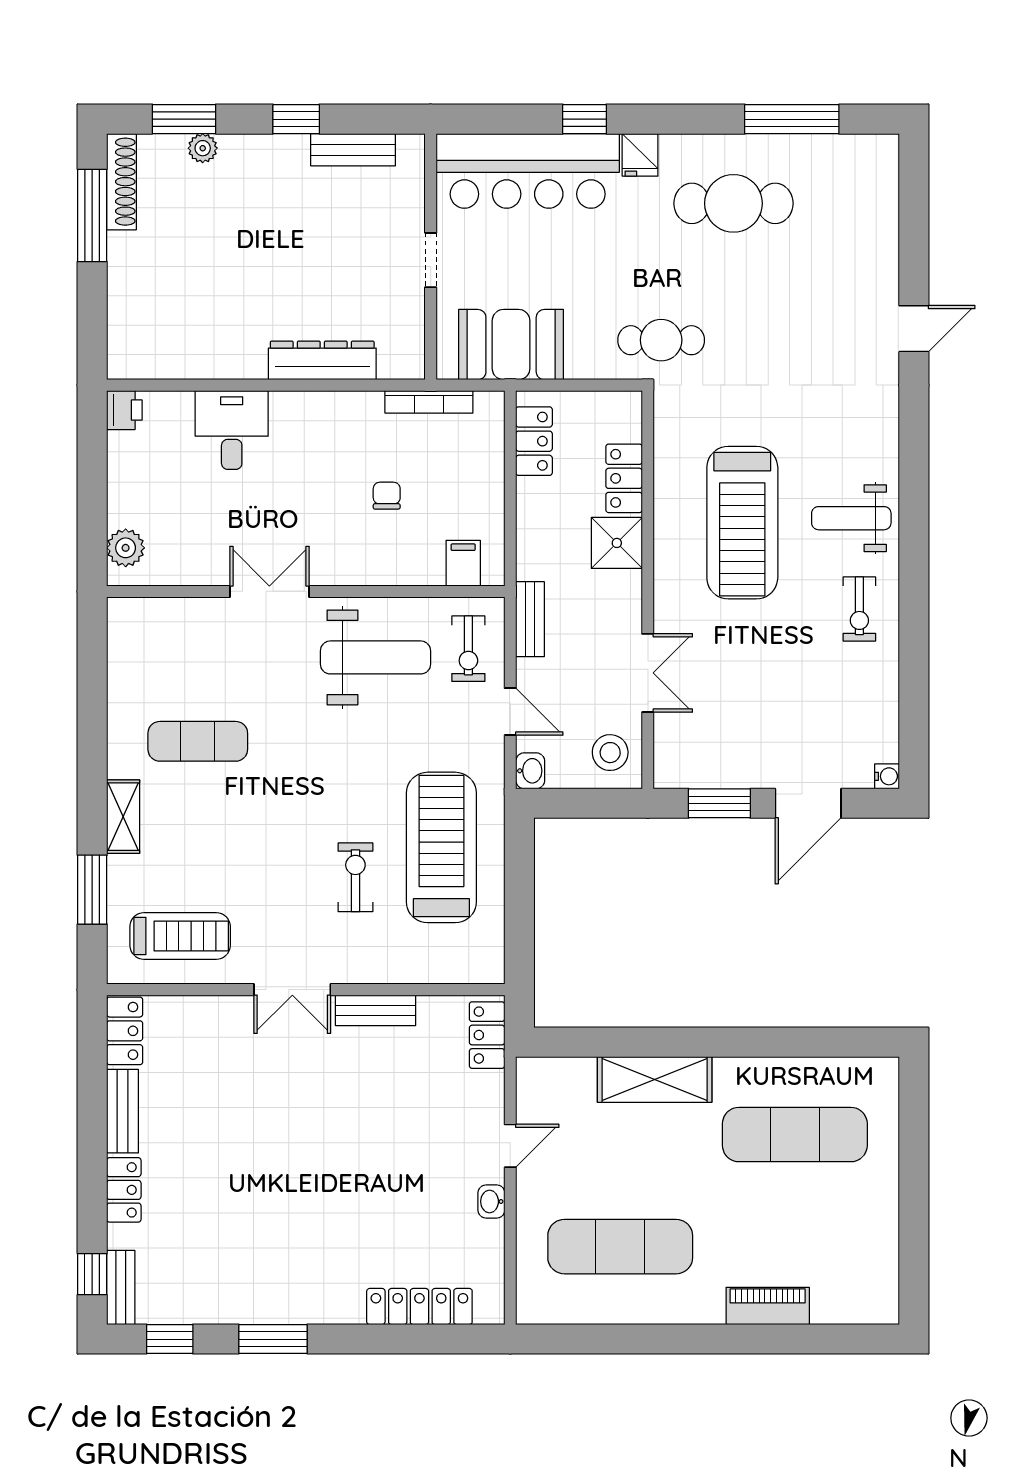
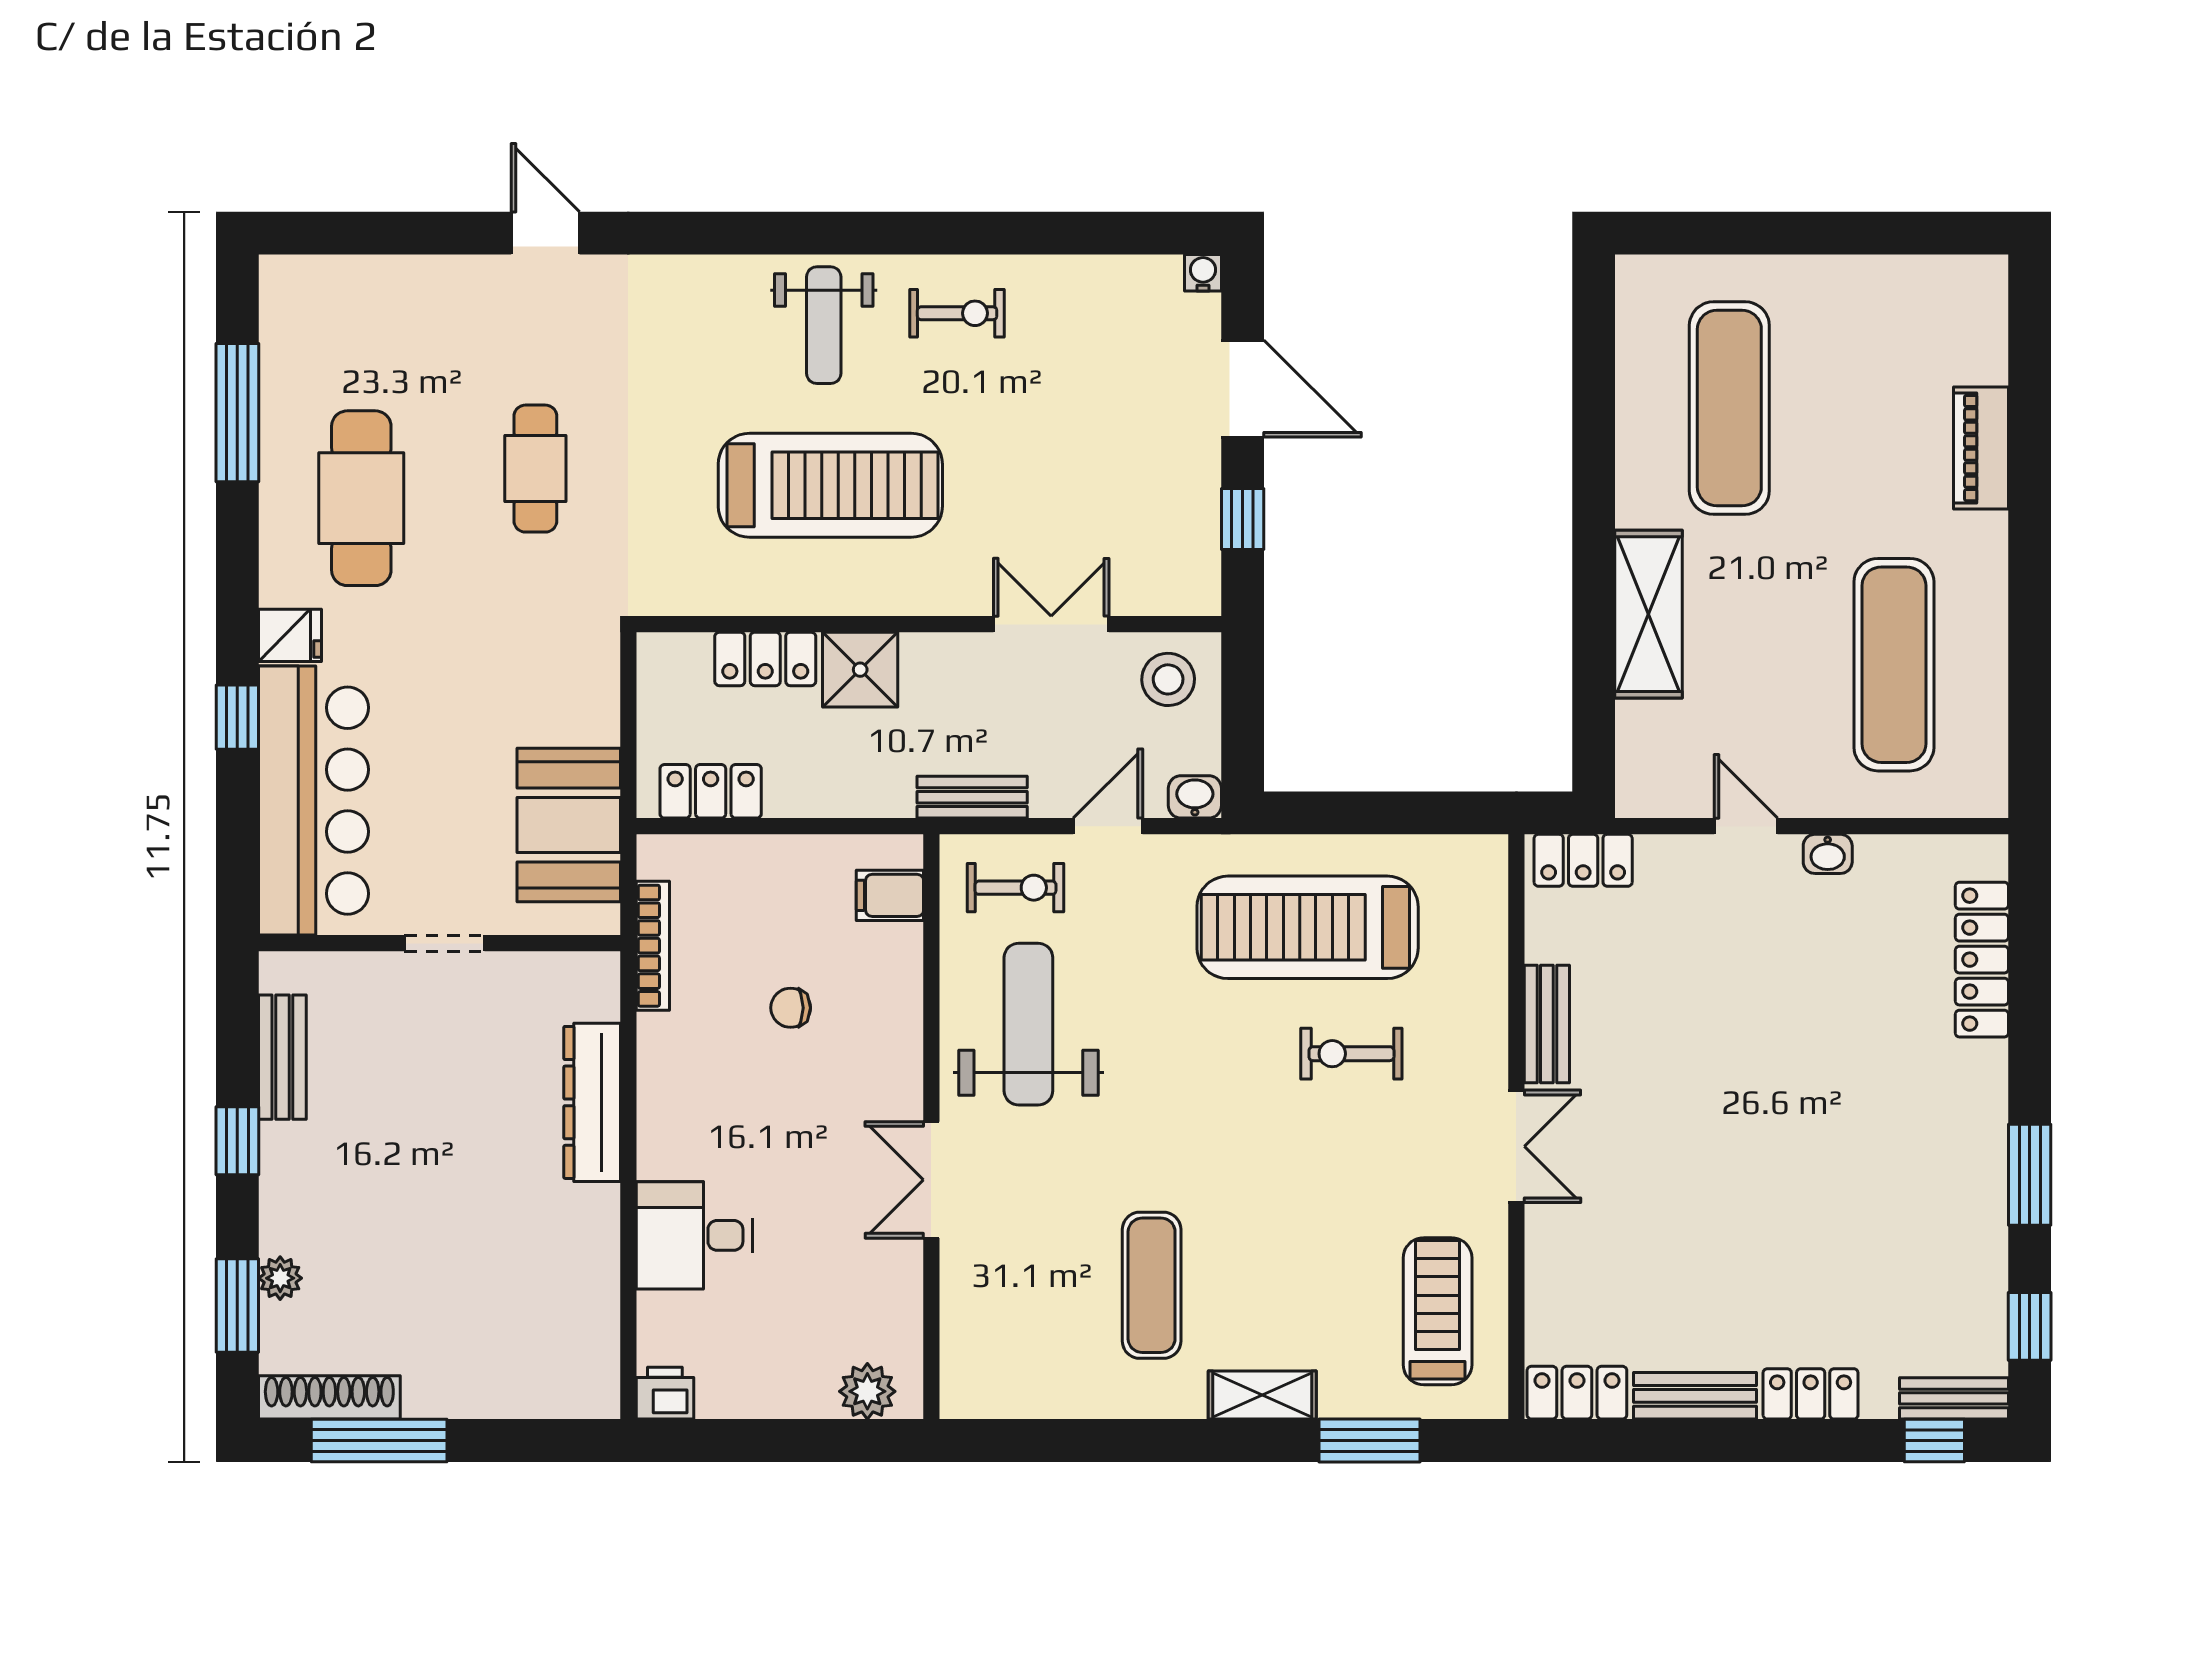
cafe table: (661, 340) -> (535, 469), moved
window: (719, 803) -> (1243, 519), width x0.67

